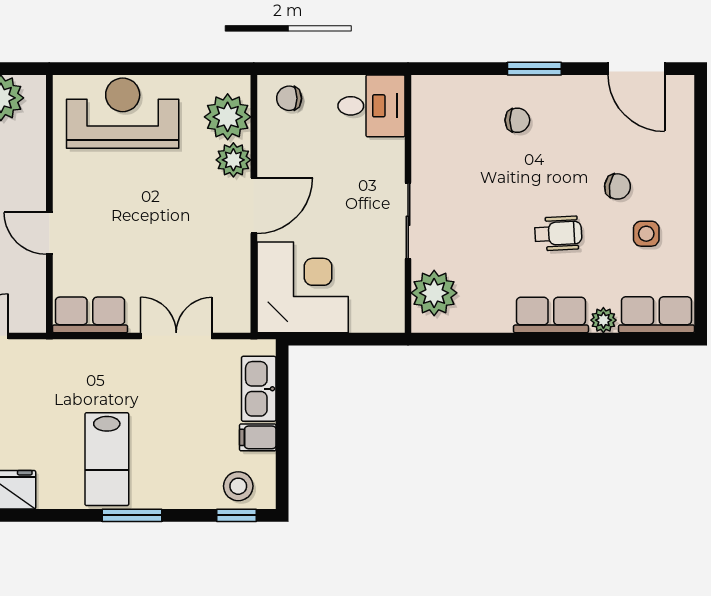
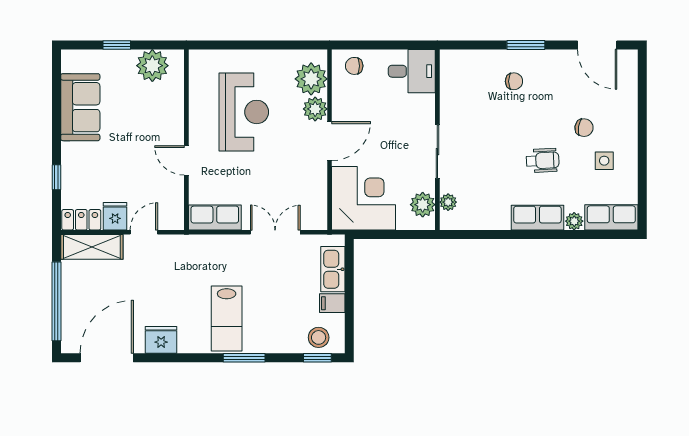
reception desk: (123, 113) -> (244, 112), moved, turned 90
plant: (434, 293) -> (448, 202), width x0.53, depth x0.53
plant: (387, 296) -> (423, 205), added

